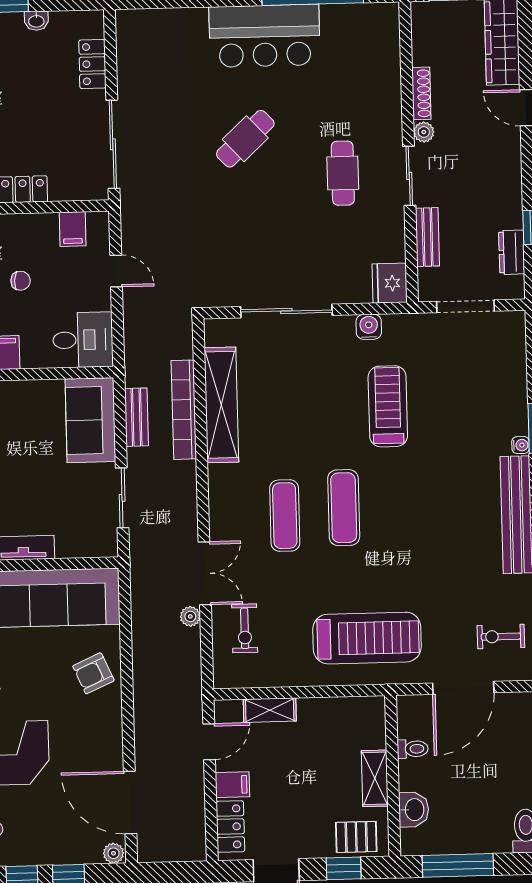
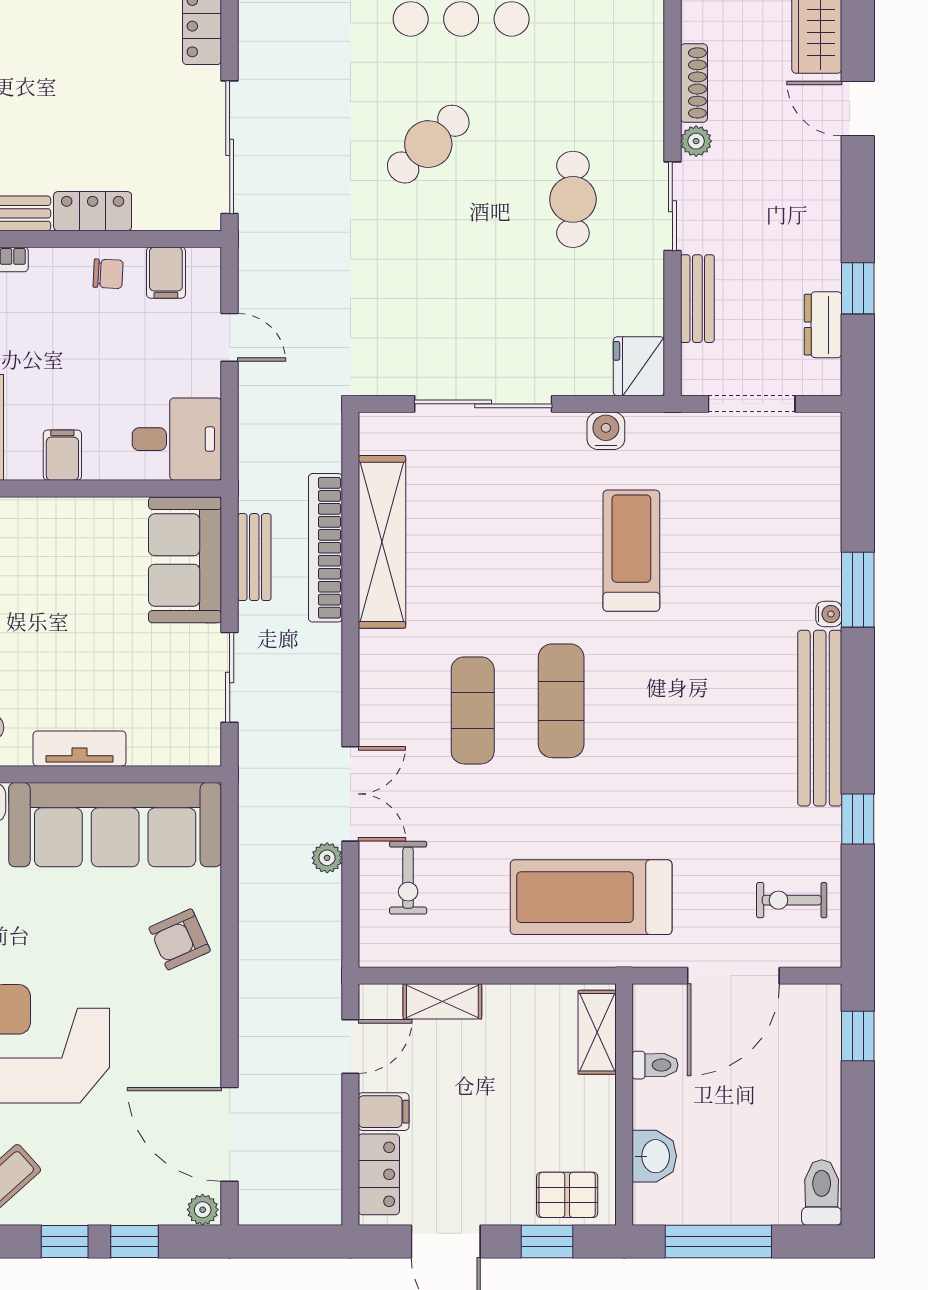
chair: (21, 281) -> (108, 274), moved
treadmill: (367, 638) -> (591, 897), turned 180
shelving: (375, 778) -> (597, 1032), moved

